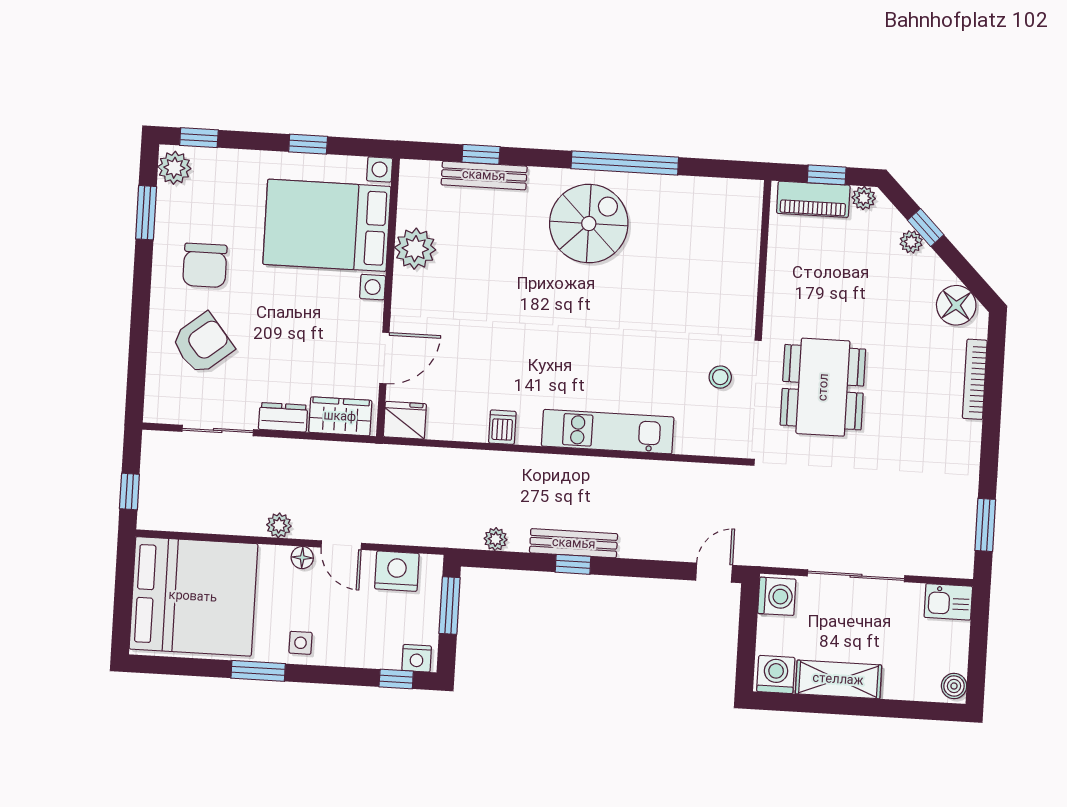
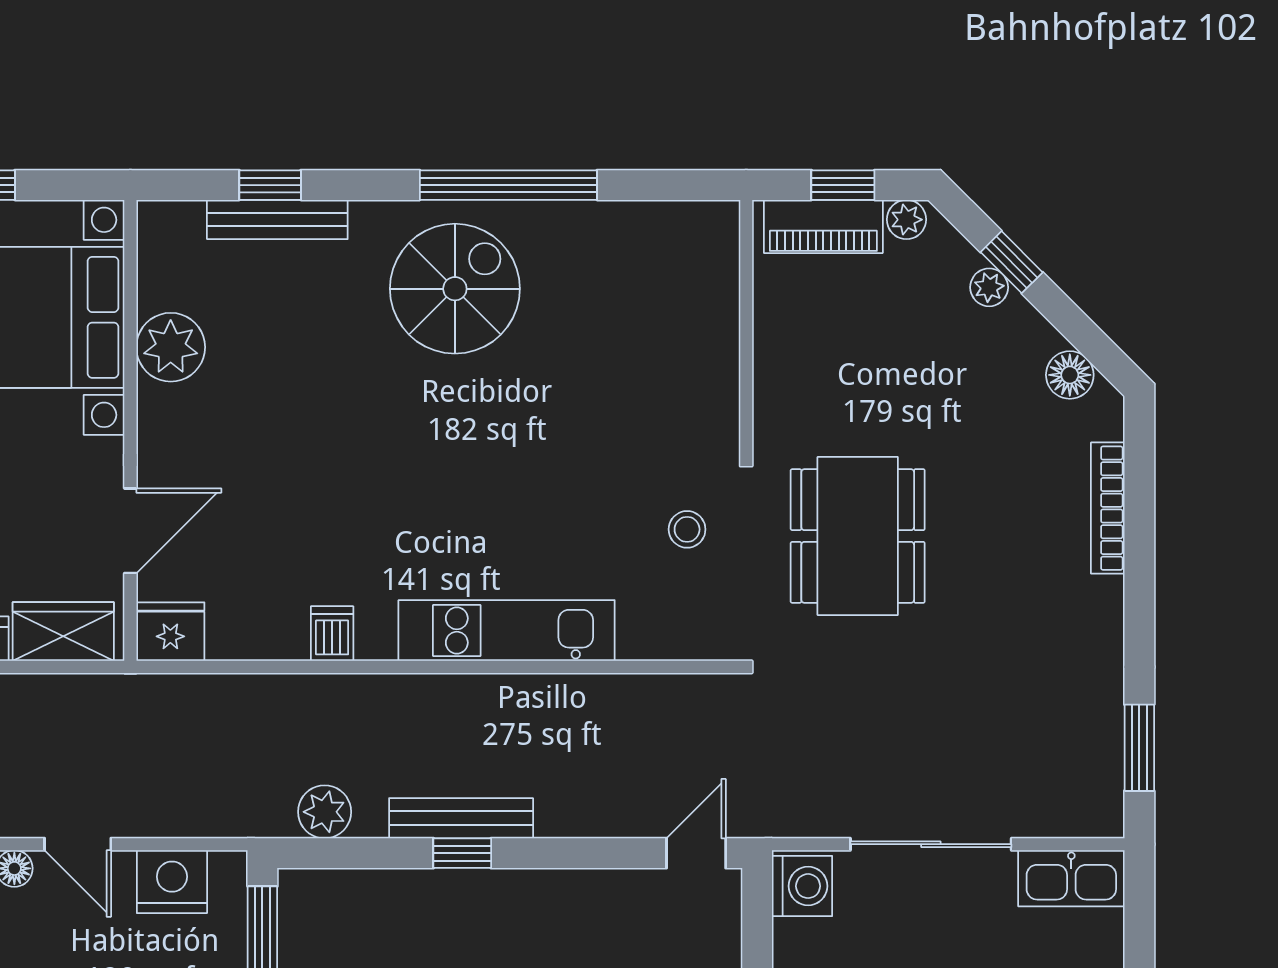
floor lamp: (956, 305) -> (1070, 375), width x0.73, depth x0.73
plant: (496, 539) -> (325, 812), width x1.38, depth x1.38
kitchen sink: (948, 602) -> (1071, 878), width x1.38

